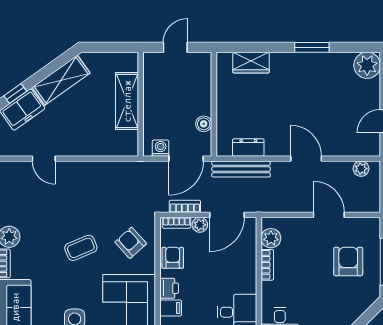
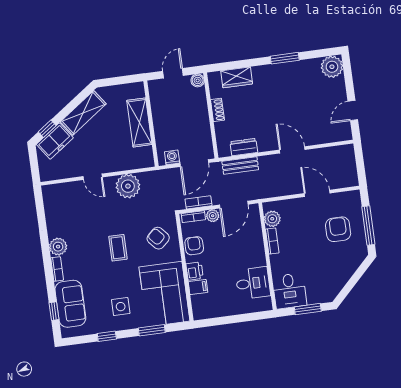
shoe rack: (223, 99) -> (217, 110), added
boiler: (204, 124) -> (198, 80), moved
door: (44, 159) -> (93, 177), moved
bench: (241, 169) -> (240, 166), width x0.73
plant: (361, 169) -> (128, 186), moved, width x1.88, depth x1.88
coffee table: (81, 248) -> (118, 248), turned -67

